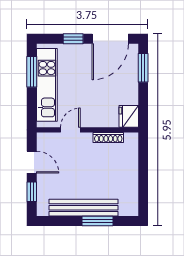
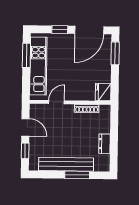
dresser: (131, 181) -> (104, 144), added

